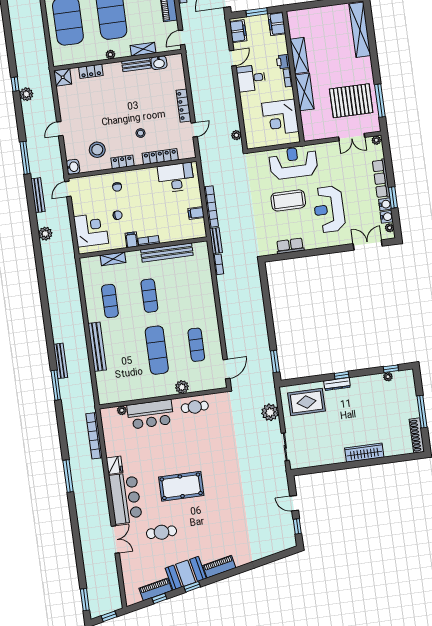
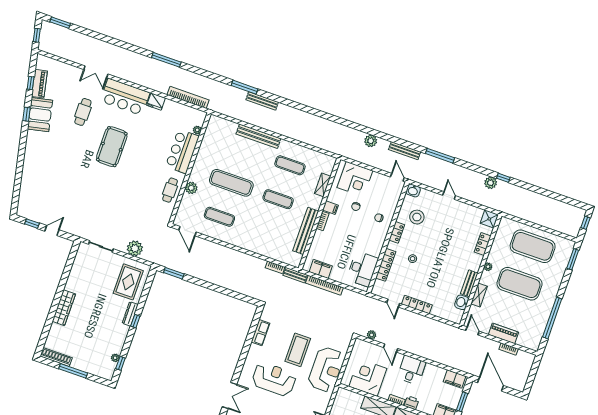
door: (233, 58) -> (391, 348), moved
filing cabinet: (196, 213) -> (321, 269), width x2.00
piano: (219, 567) -> (32, 144), removed

